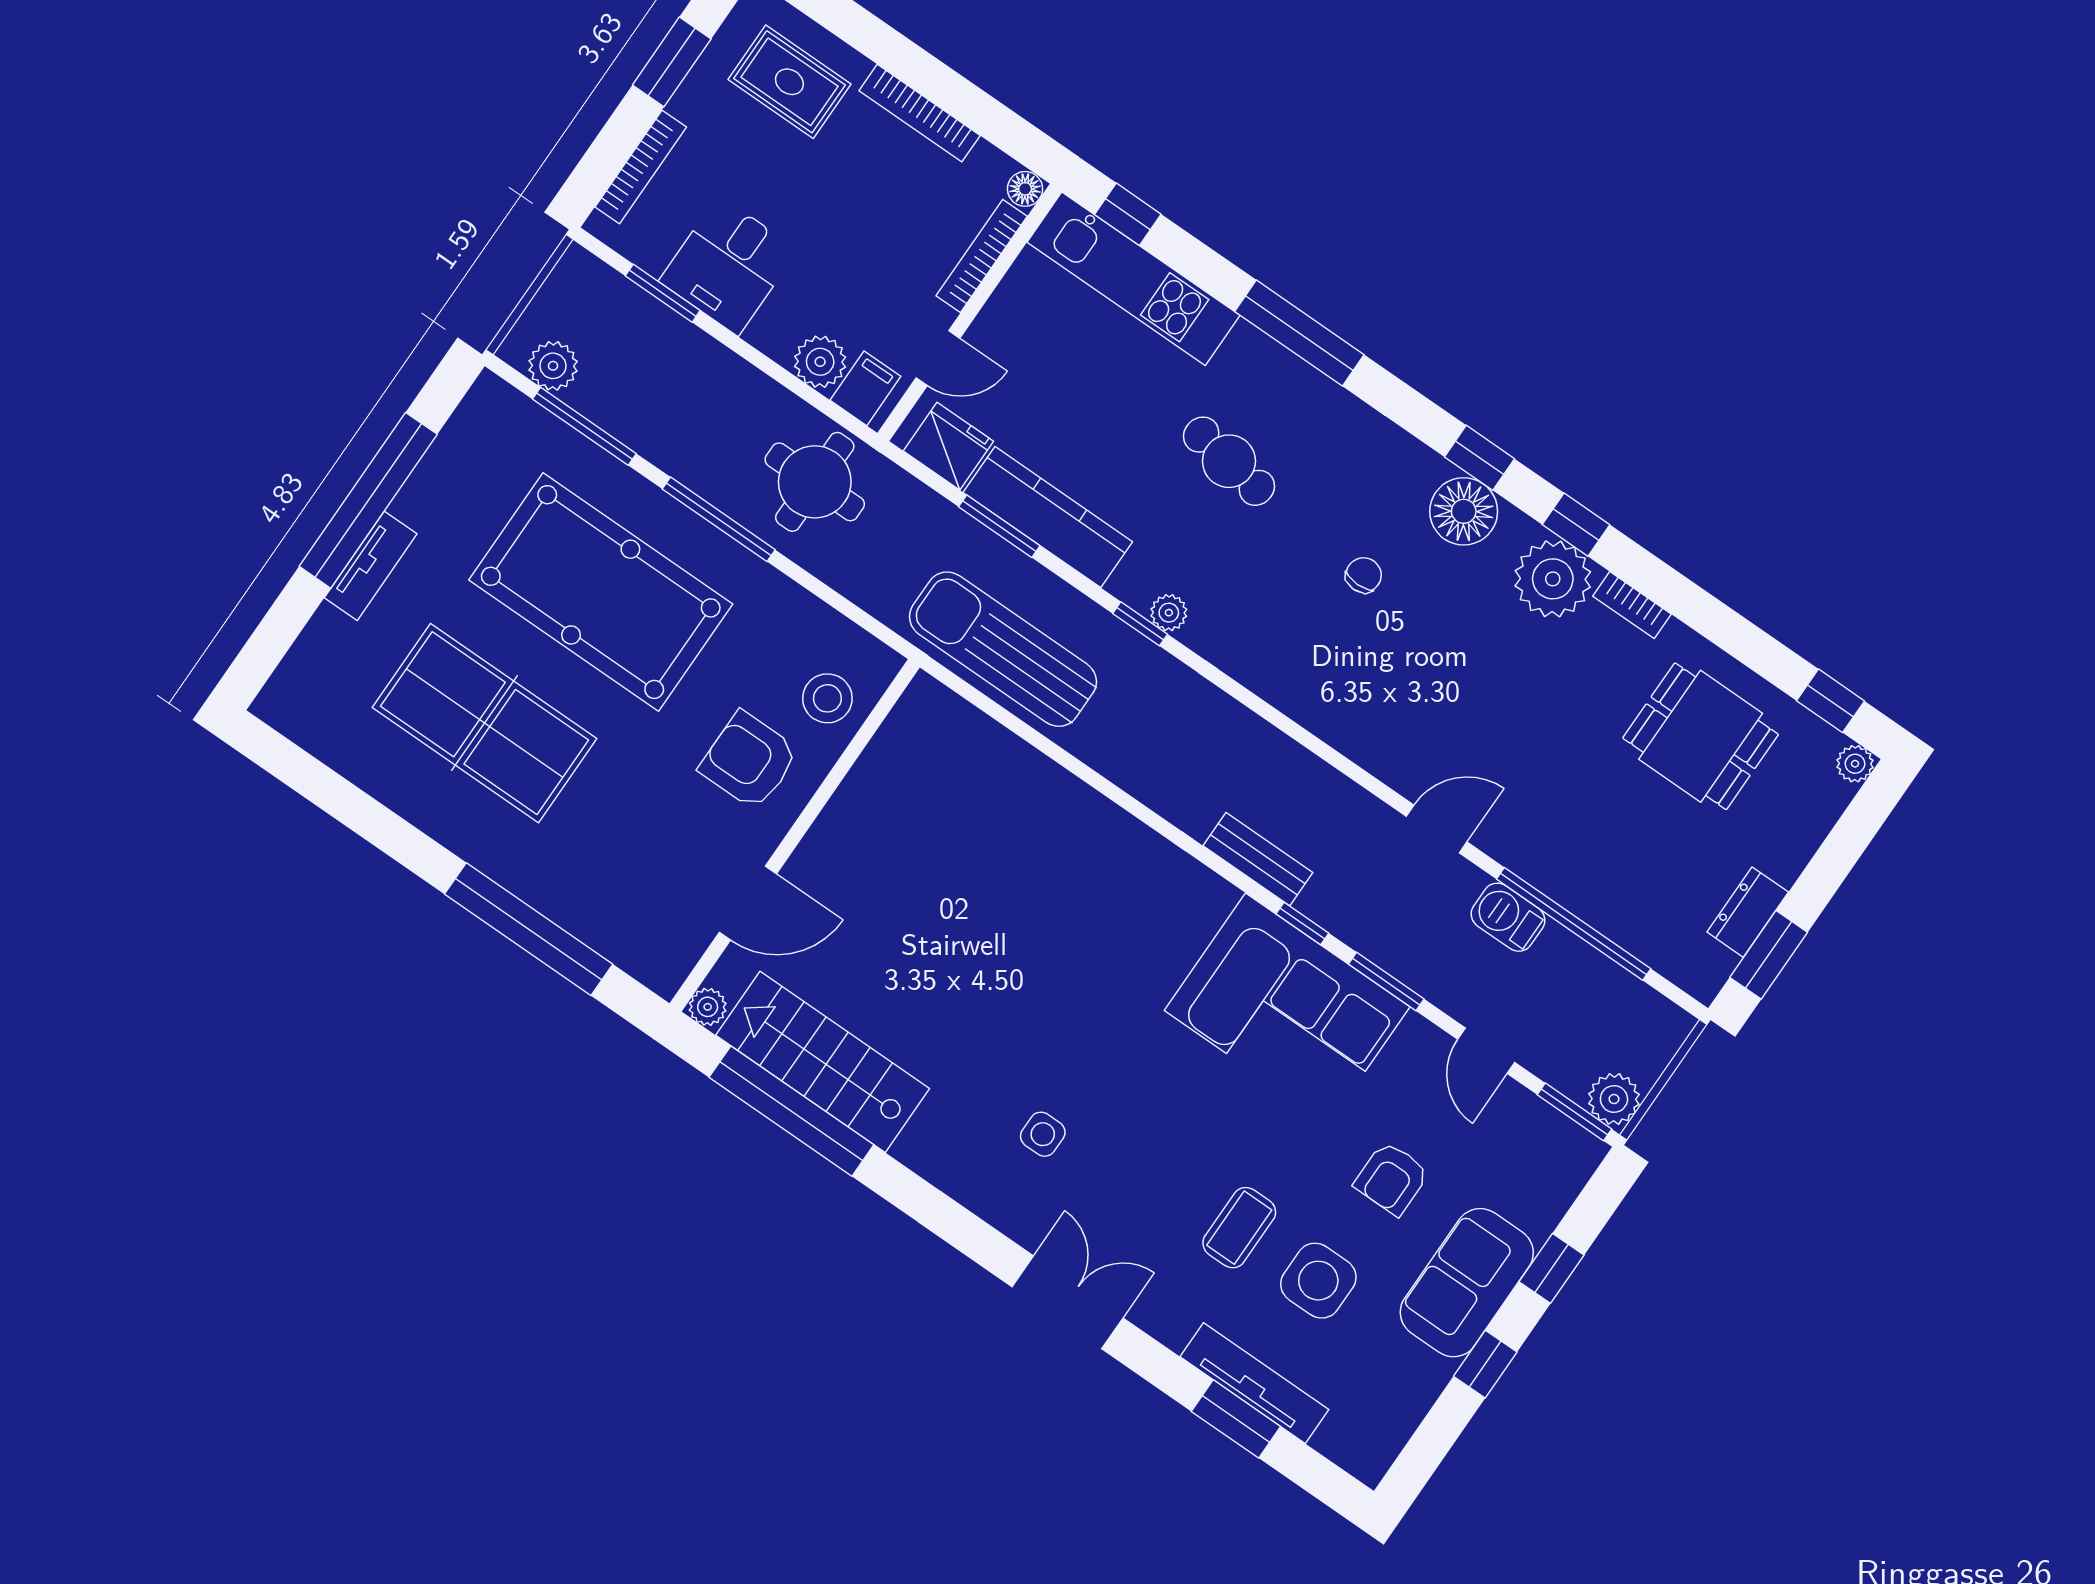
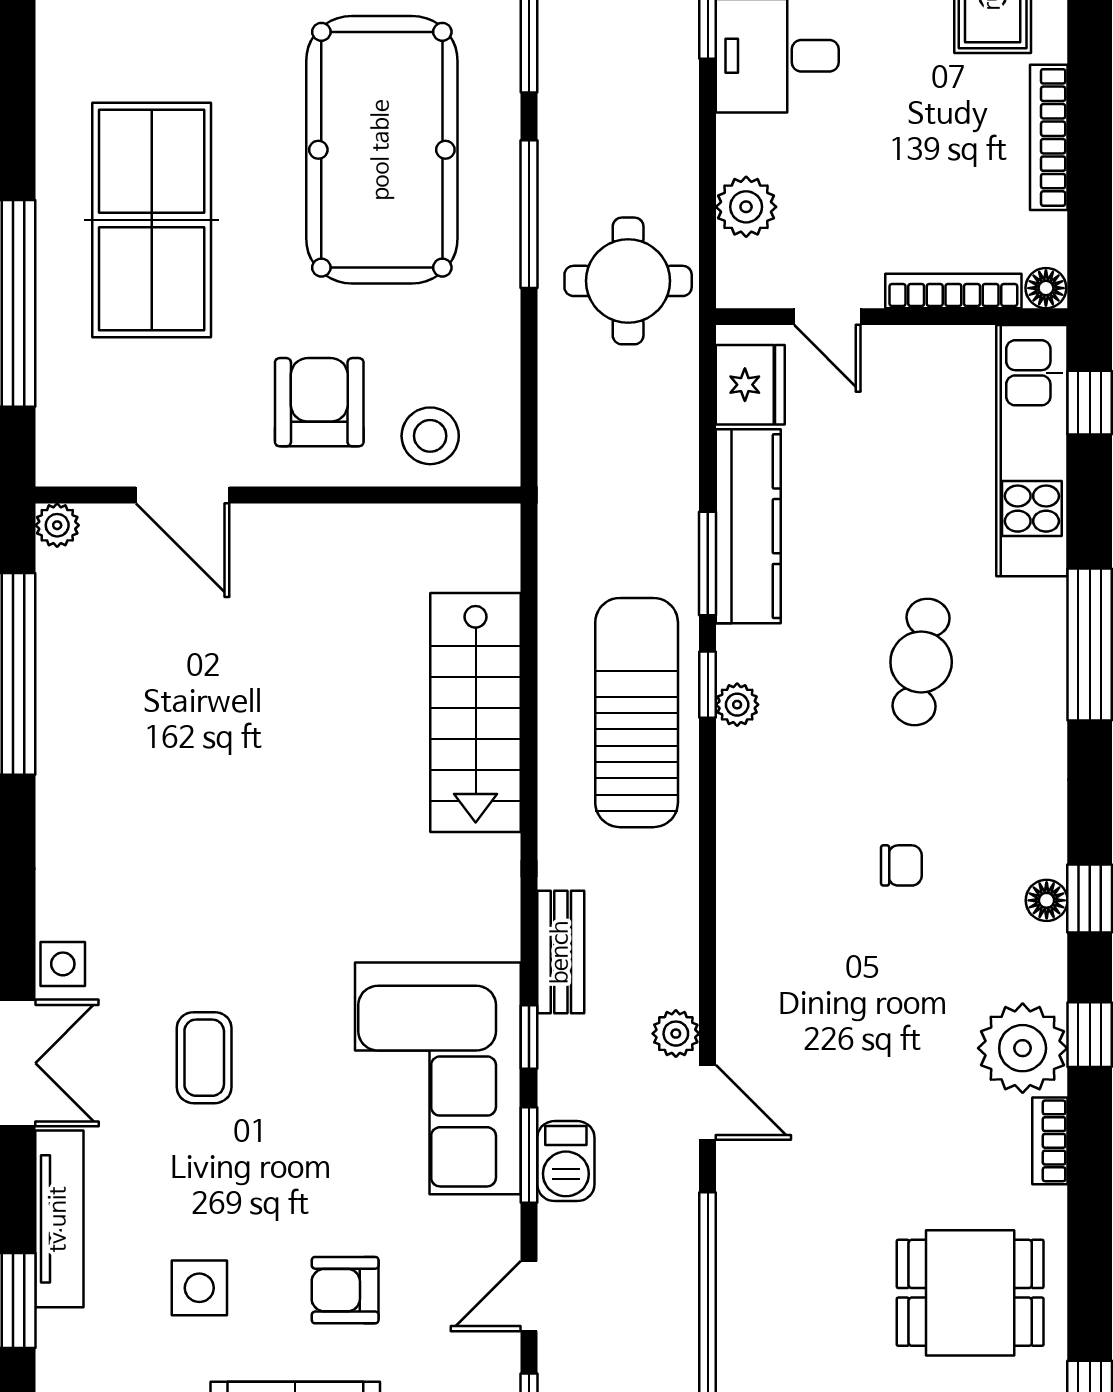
filing cabinet: (865, 388) -> (751, 268), removed
floor lamp: (1464, 511) -> (1047, 900), width x0.53, depth x0.53
window: (999, 526) -> (708, 564), moved
sun lounger: (1003, 649) -> (637, 713), moved
table tennis table: (485, 723) -> (152, 220), moved
dining table: (1701, 736) -> (970, 1293), turned 90
plant: (1372, 818) -> (676, 1034), added
barbecue: (1508, 917) -> (566, 1161), moved, turned 180
stairs: (823, 1062) -> (476, 713), moved, turned 180
side table: (1043, 1134) -> (63, 964), moved
coffee table: (1239, 1228) -> (204, 1058), moved, turned 90
side table: (1318, 1281) -> (199, 1288), width x0.73, depth x0.73
tv unit: (1254, 1383) -> (59, 1219), moved

